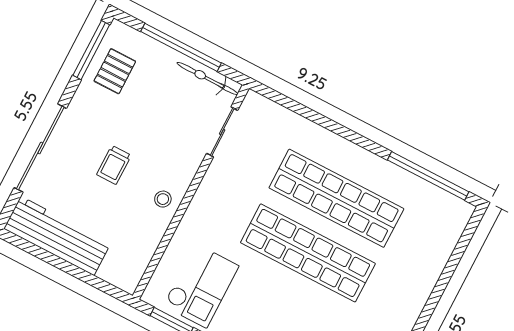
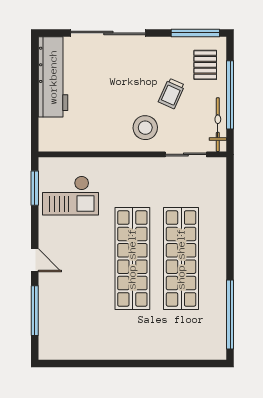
pallet: (115, 71) -> (205, 65), moved, turned 90
trolley: (114, 165) -> (172, 93), moved, turned -66
stool: (163, 199) -> (145, 128), moved, width x1.89, depth x1.89

